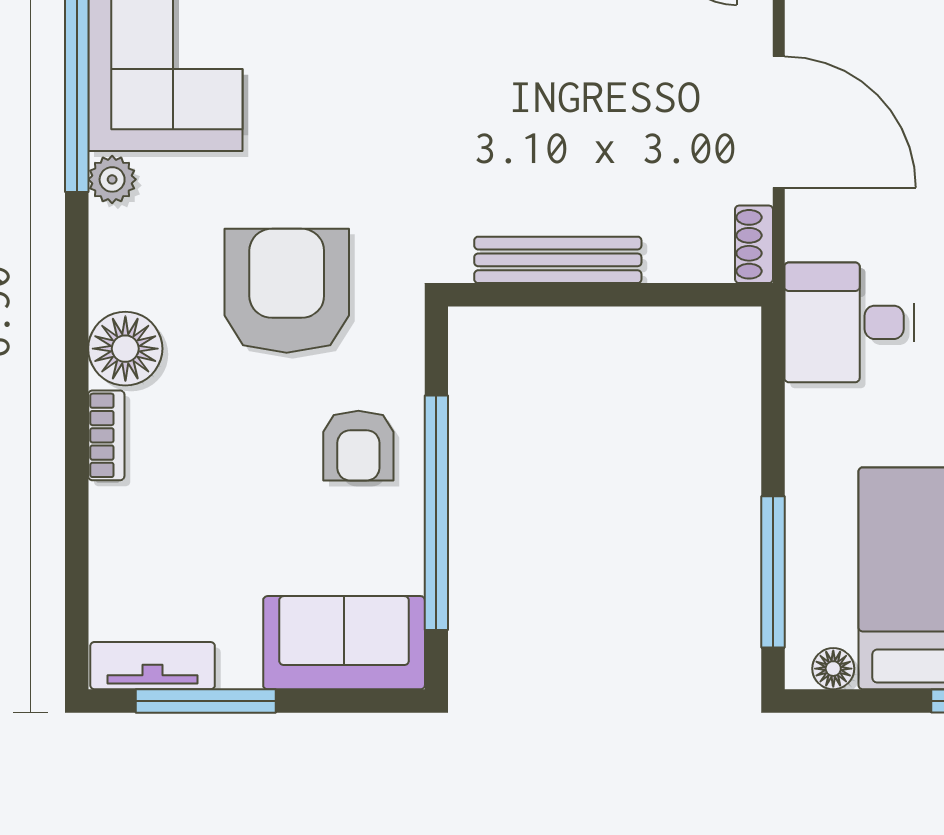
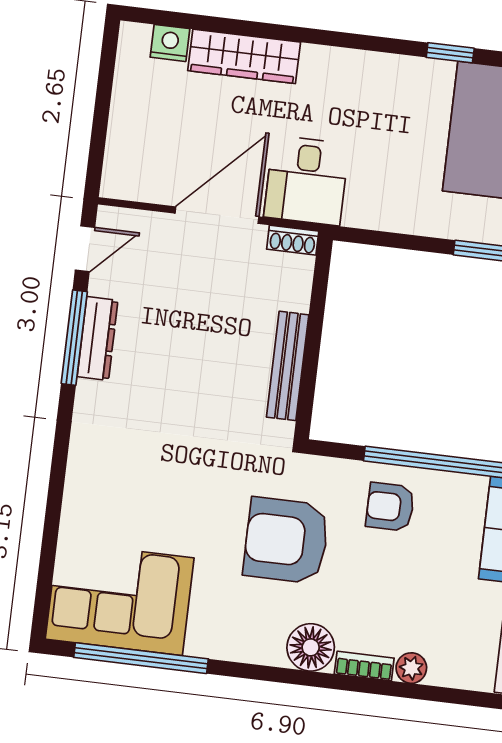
plant: (112, 179) -> (411, 668), moved
desk: (849, 322) -> (306, 181), moved
armchair: (358, 446) -> (390, 507), turned 180

